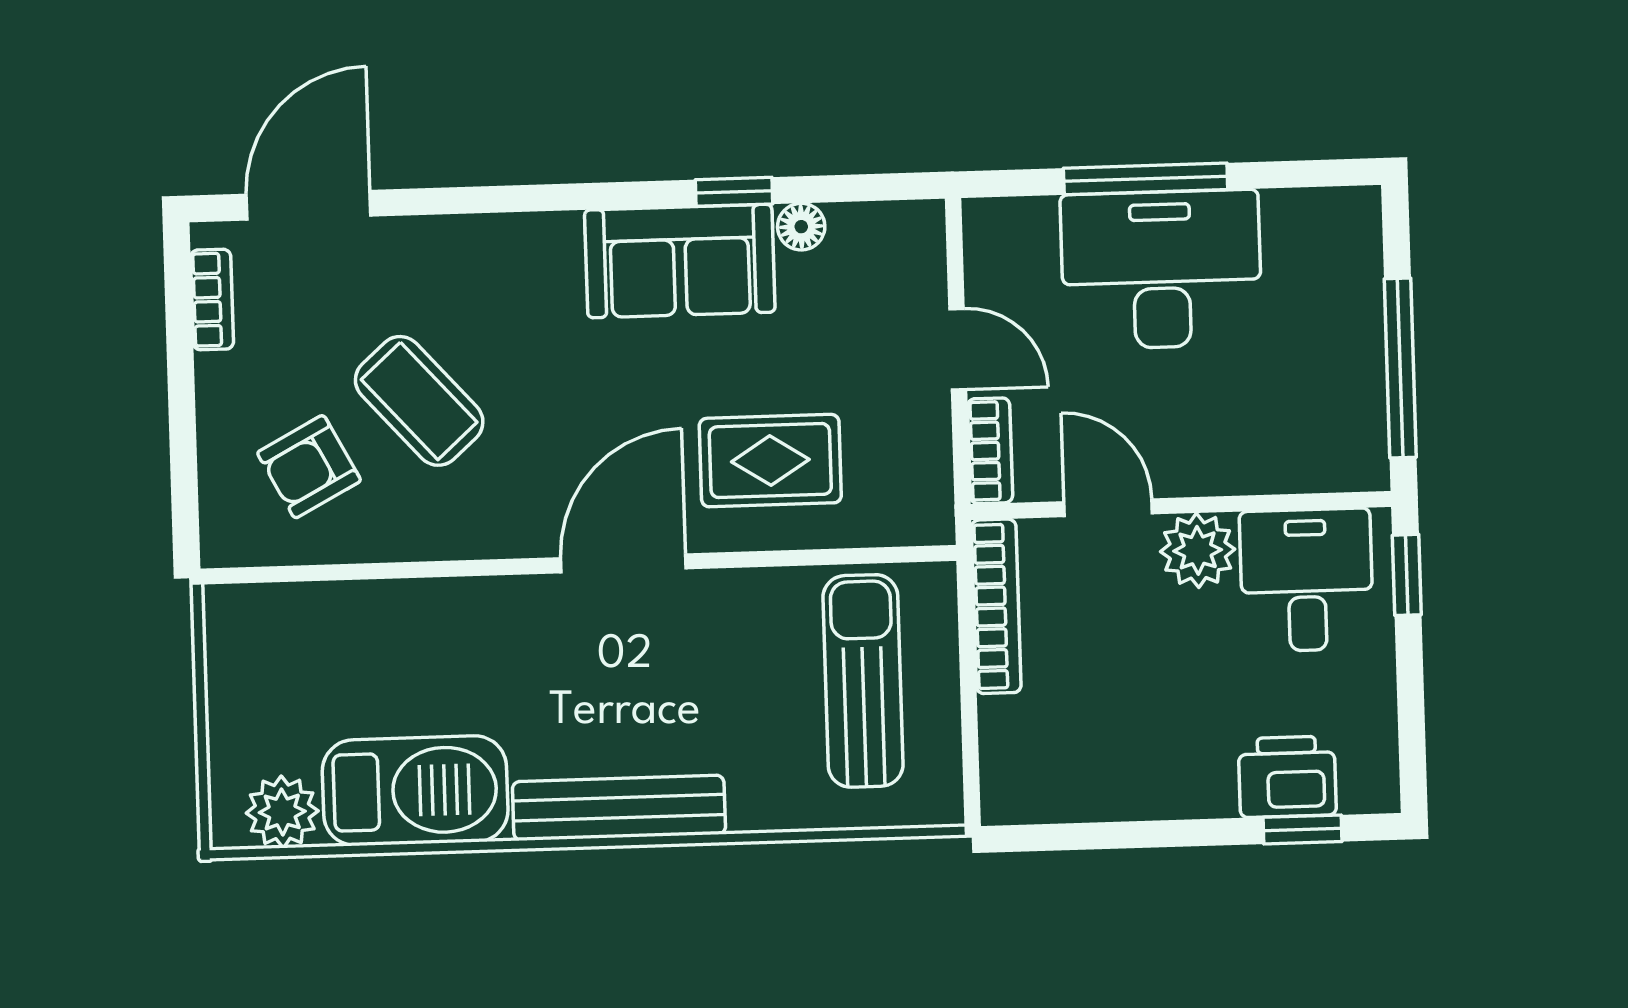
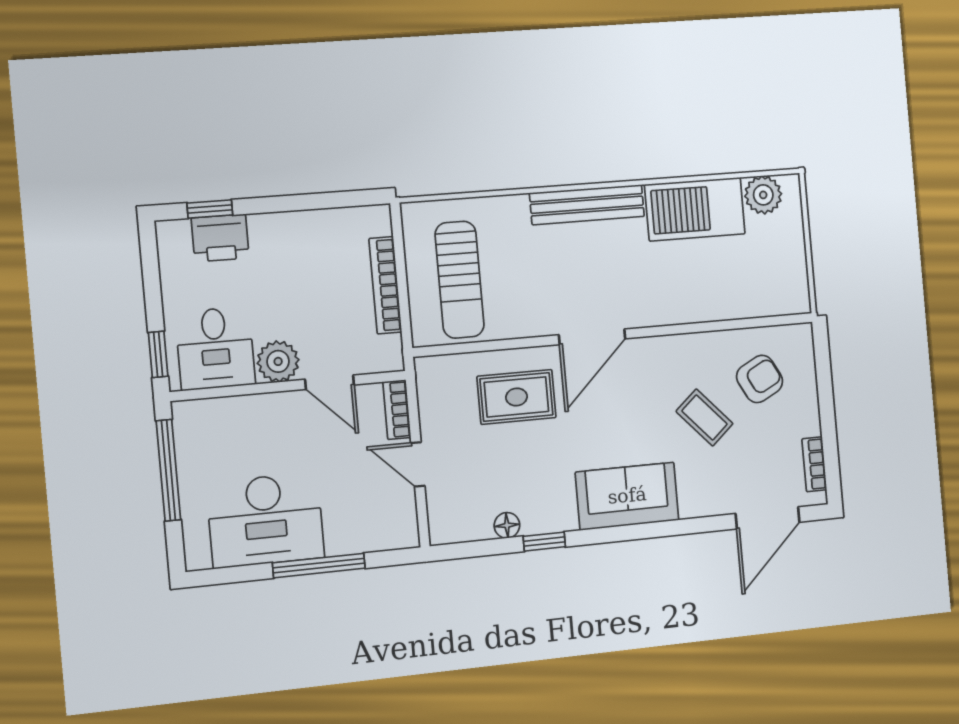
sofa: (680, 261) -> (627, 496), moved
desk: (1161, 270) -> (266, 520), moved
coffee table: (419, 401) -> (705, 417), width x0.73, depth x0.77
bookcase: (996, 606) -> (385, 285), moved

